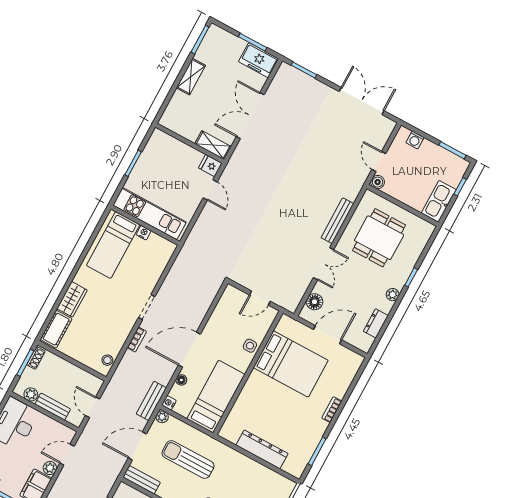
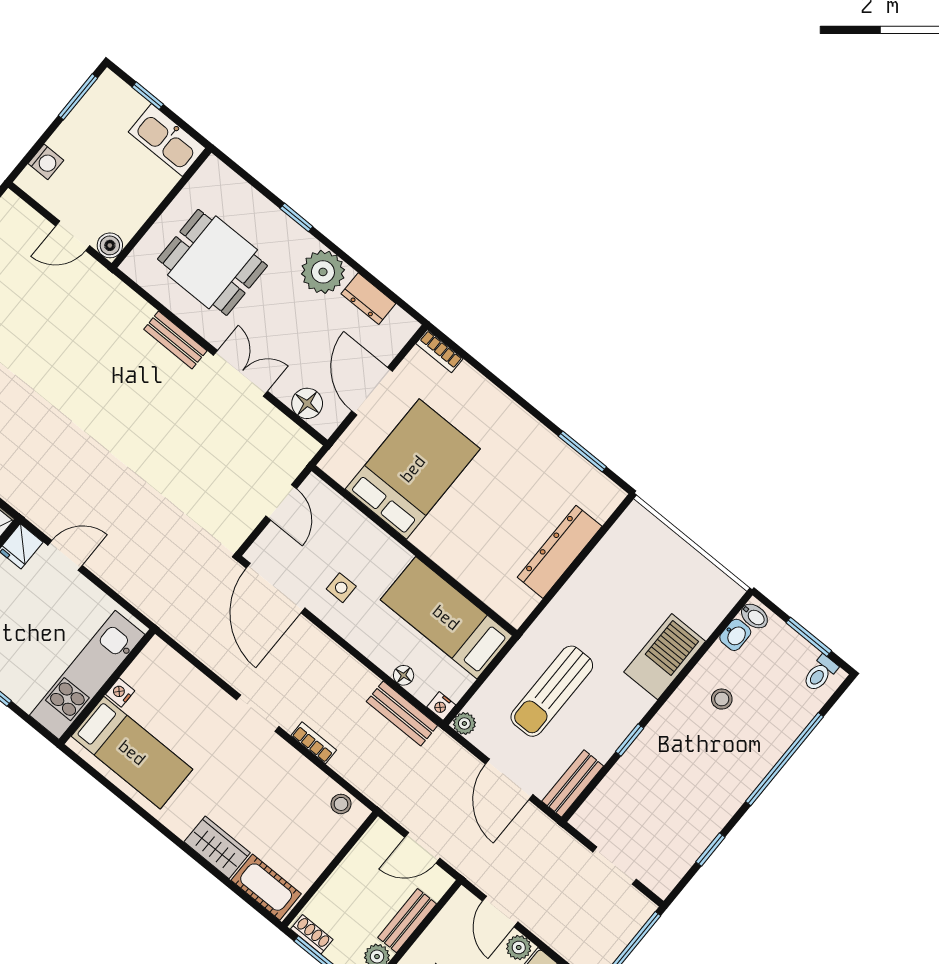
bench: (337, 221) -> (175, 340), width x0.73
plant: (393, 295) -> (323, 272), width x1.87, depth x1.87
side table: (250, 346) -> (341, 588), moved
door: (189, 350) -> (275, 588), moved
bench: (151, 401) -> (402, 714), moved
bookcase: (332, 410) -> (439, 351), moved

